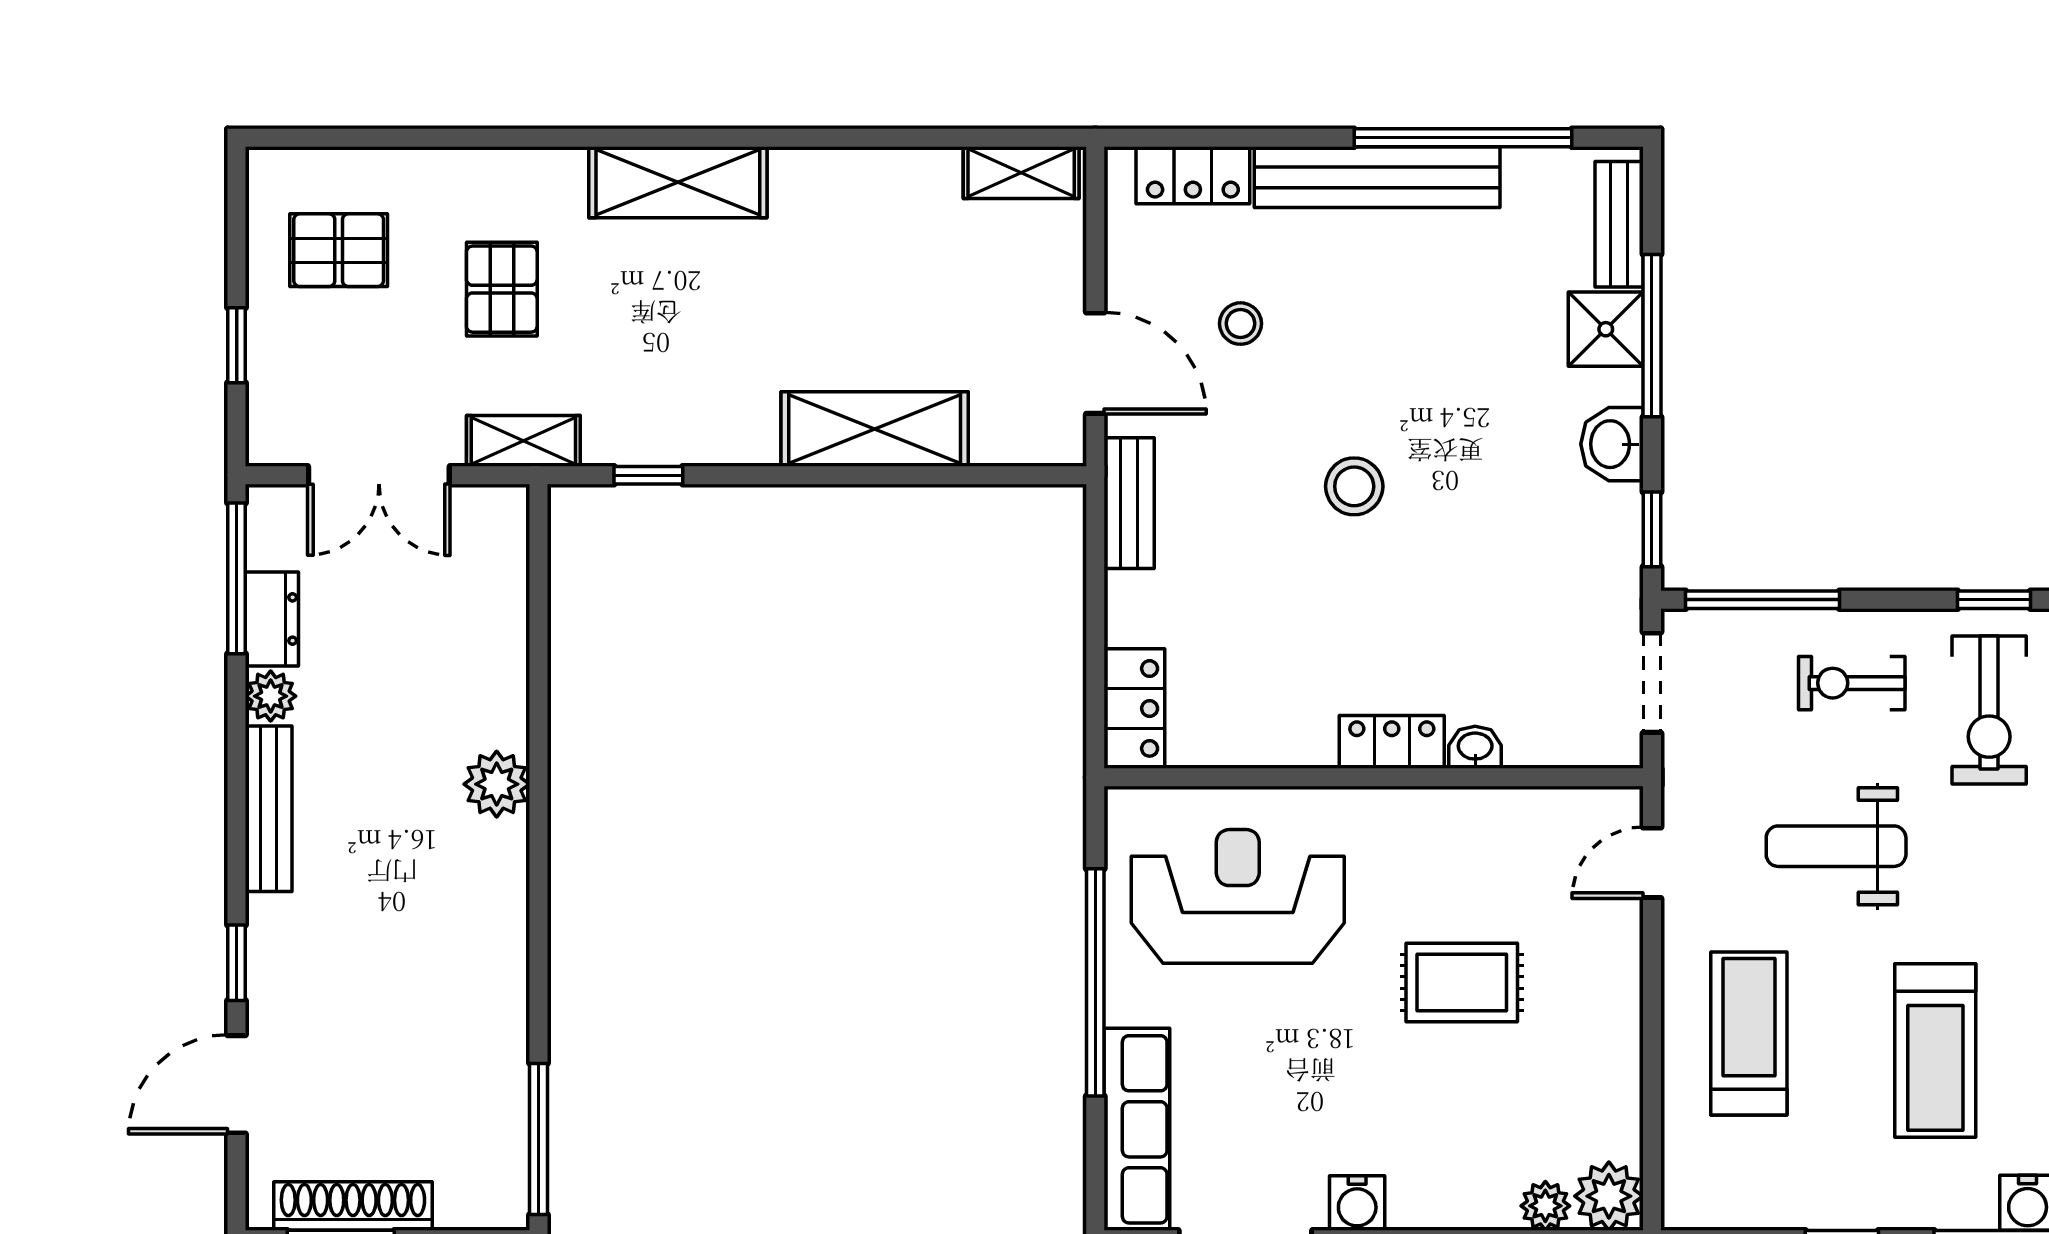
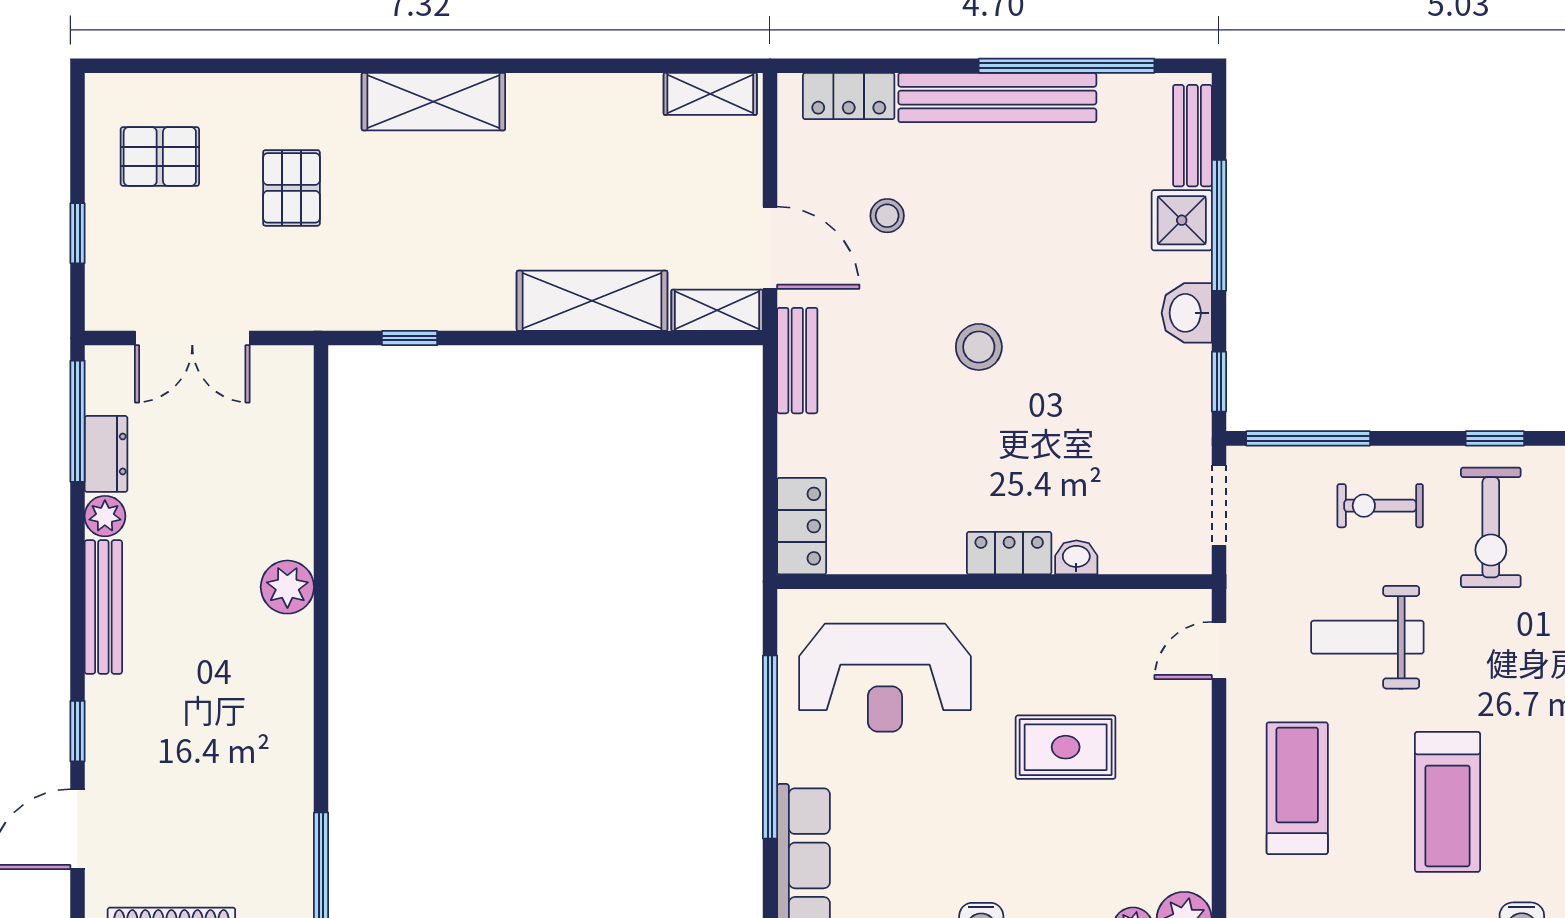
shelving: (523, 441) -> (717, 310), moved
reception desk: (1238, 896) -> (885, 678), turned 180

